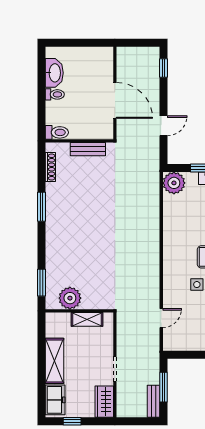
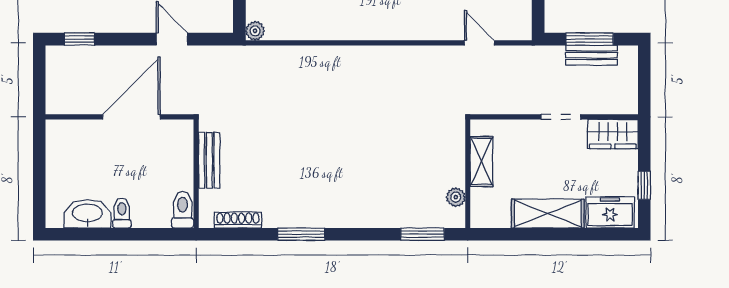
plant: (174, 183) -> (255, 31), width x0.53, depth x0.53
plant: (70, 298) -> (456, 197), width x0.53, depth x0.53
bench: (154, 401) -> (591, 55), moved

